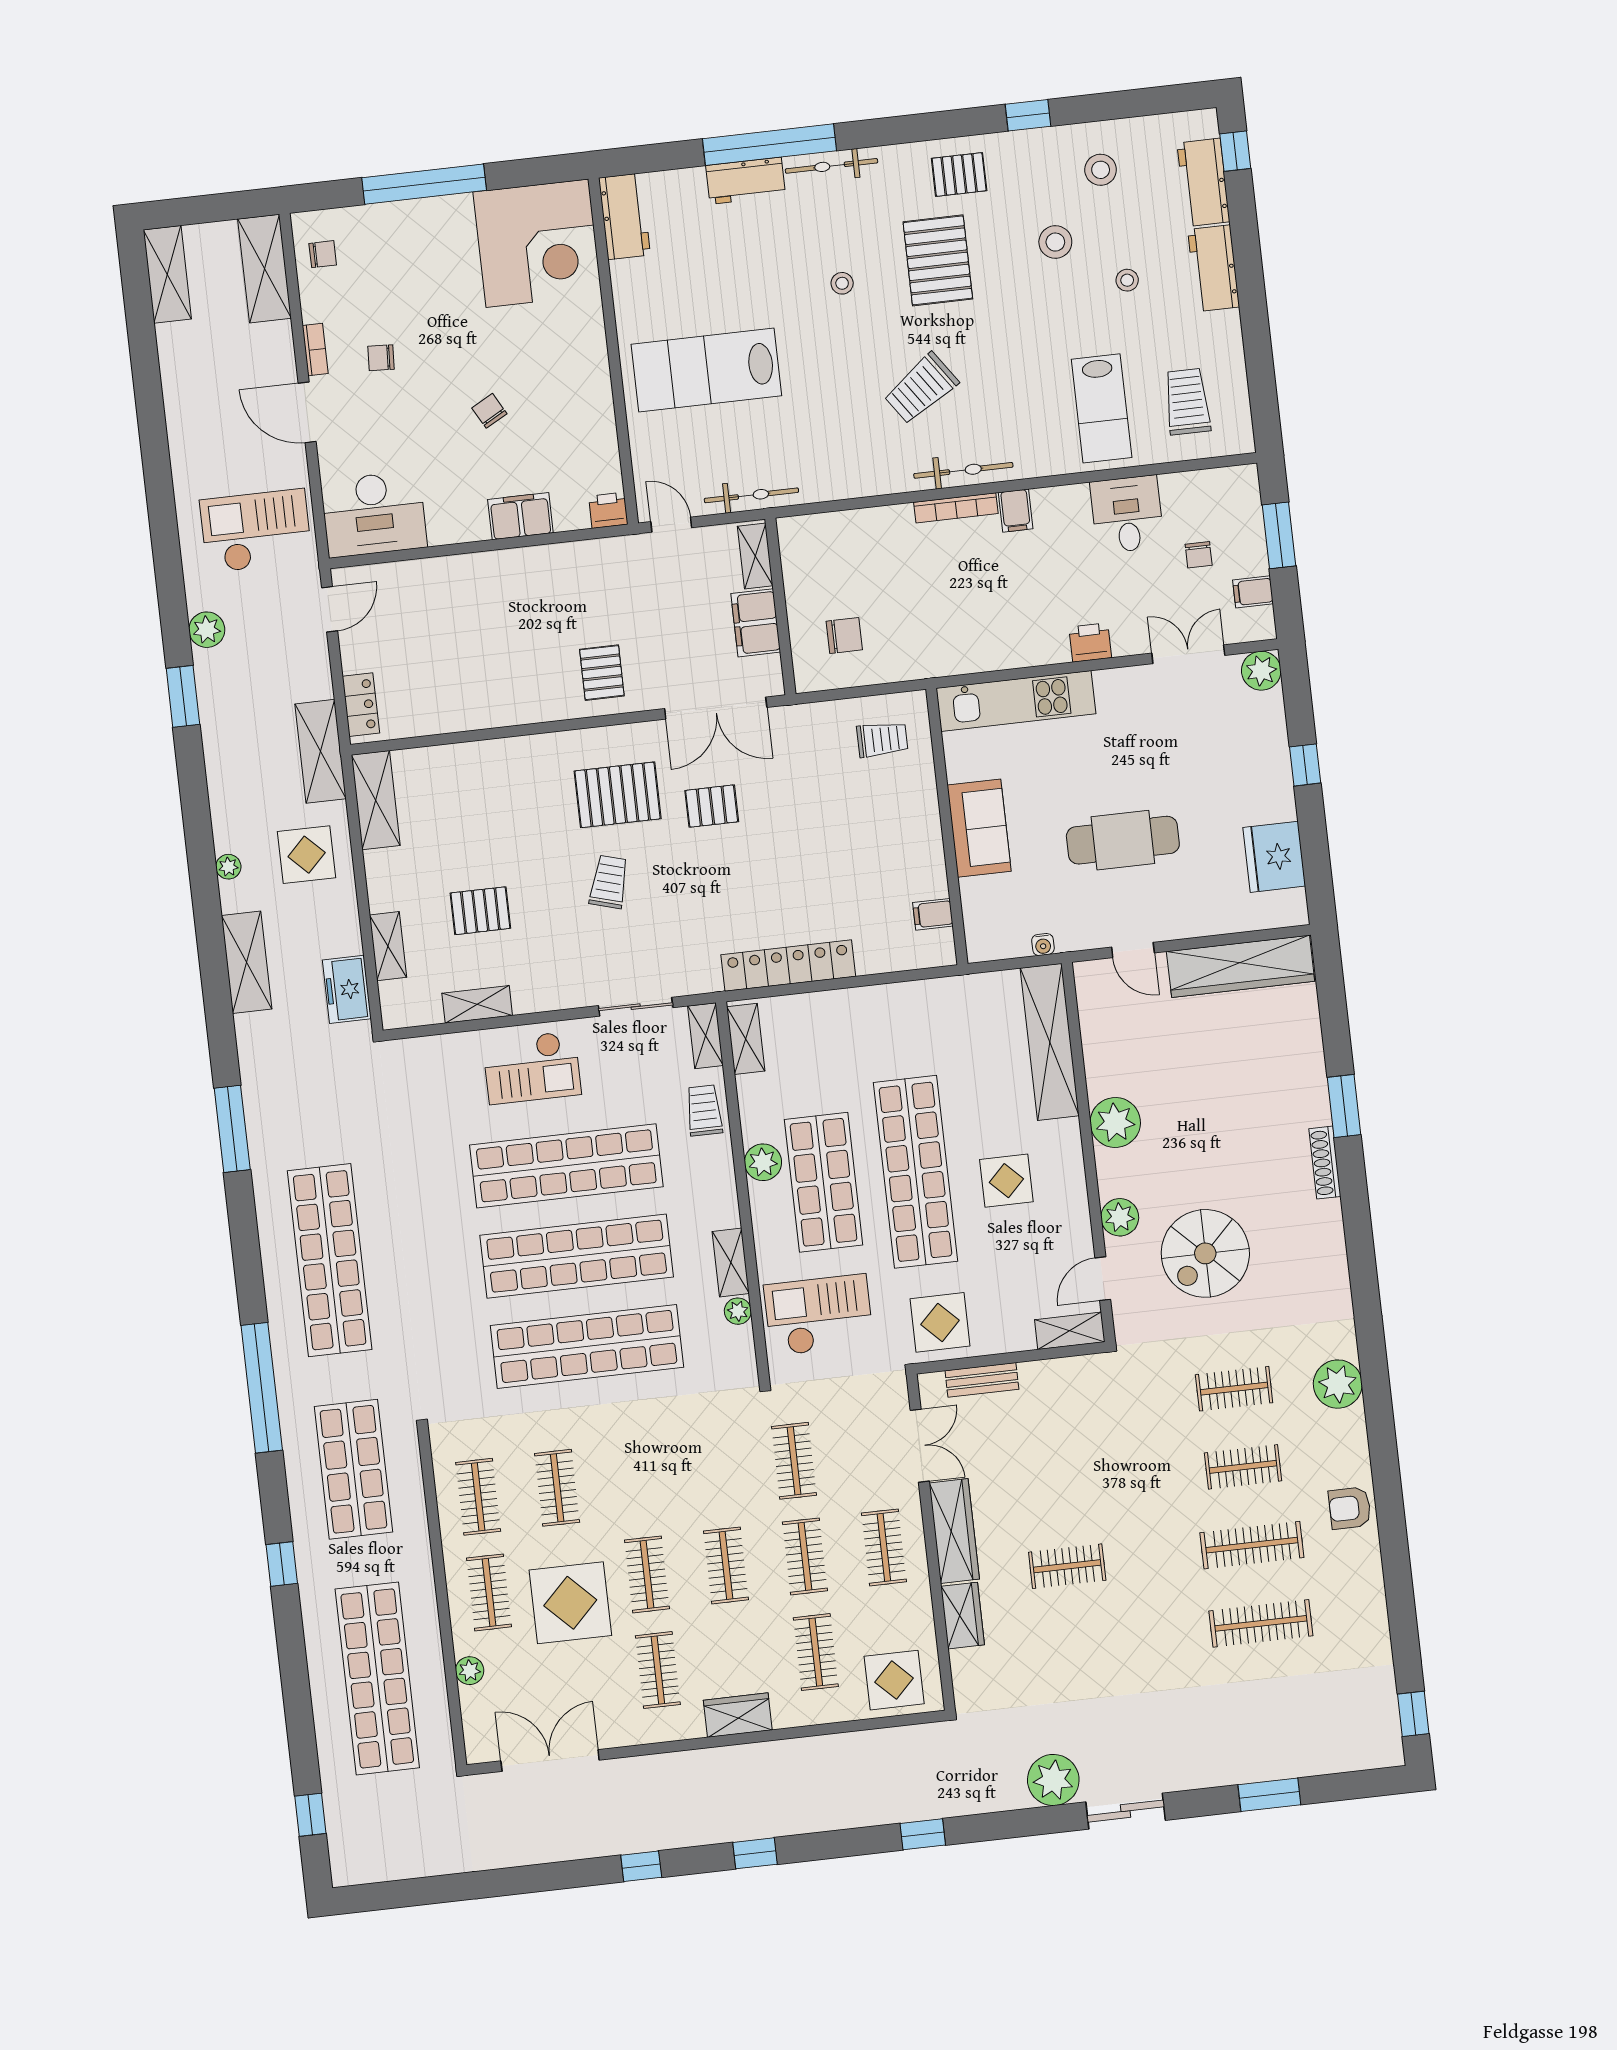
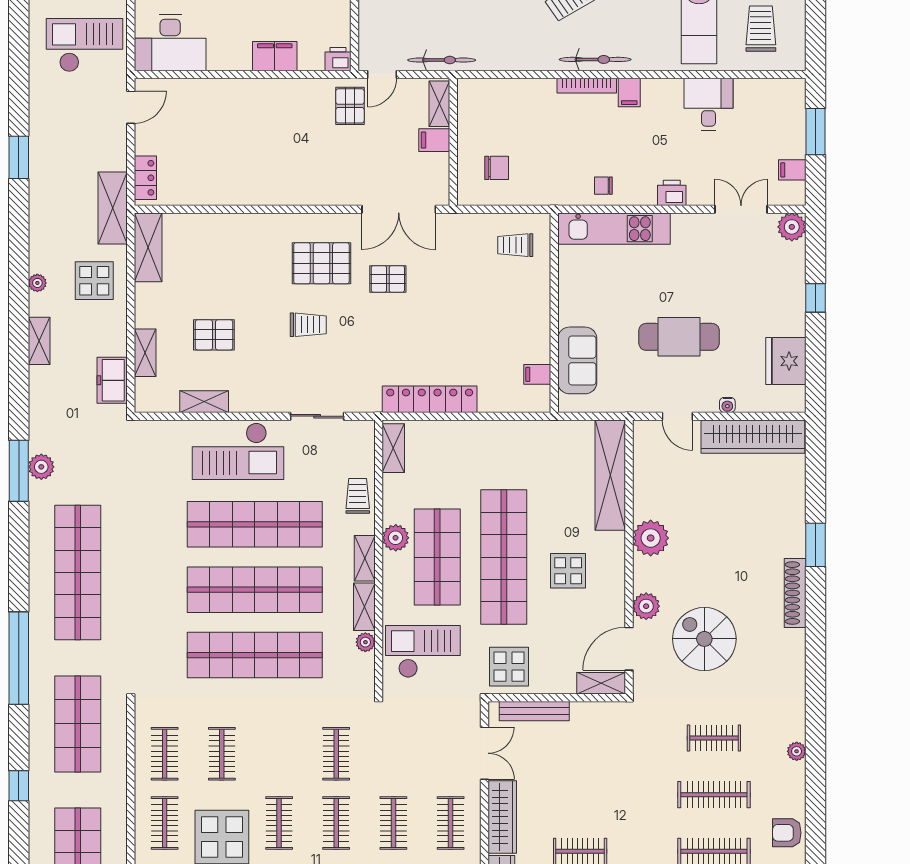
door: (671, 525) -> (382, 74), swing flipped
chair: (1199, 555) -> (603, 186), moved, turned 90
filing cabinet: (756, 623) -> (434, 140), width x0.50
plant: (207, 630) -> (41, 467), moved
pallet: (602, 673) -> (350, 106), moved
trolley: (882, 739) -> (515, 245), turned 180
sofa: (979, 828) -> (577, 360), moved
trolley: (609, 882) -> (308, 325), turned 74
water cooler: (1043, 945) -> (727, 405), moved
shelving: (247, 962) -> (39, 341), width x0.67, depth x0.75
shelving: (705, 1036) -> (365, 558), moved
checkout: (532, 1068) -> (238, 451), width x1.36, depth x1.21
shoe rack: (1325, 1163) -> (795, 593), width x1.36, depth x1.24
spiral stairs: (1205, 1253) -> (704, 639), turned 90
door: (1103, 1279) -> (629, 649), width x1.38
bench: (982, 1380) -> (534, 711), width x1.36
plant: (1338, 1384) -> (797, 751), width x0.53, depth x0.53
clothes rail: (794, 1461) -> (336, 754), moved
clothes rail: (1243, 1467) -> (714, 795), width x1.36

